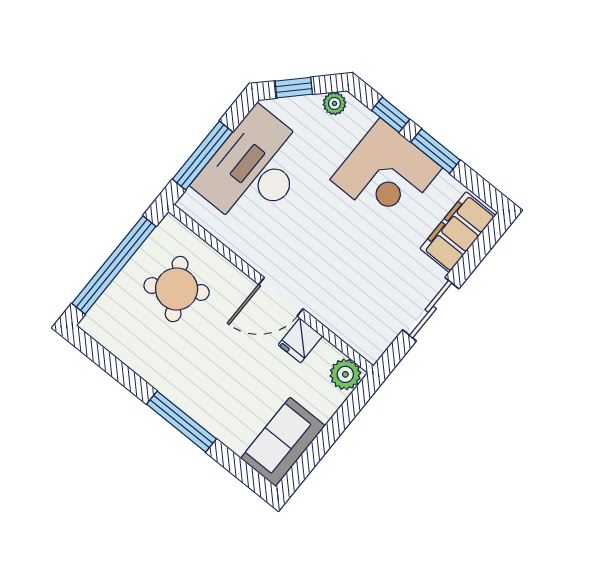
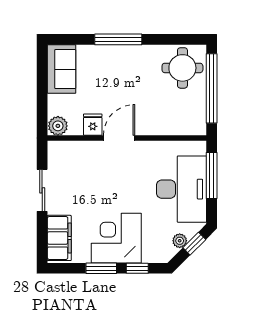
plant: (334, 103) -> (180, 241), moved
round table: (177, 289) -> (182, 68), moved, turned 31

